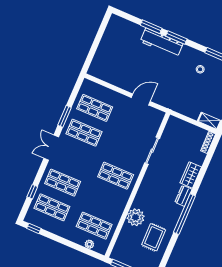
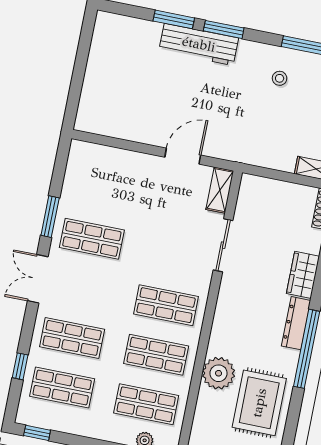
shop shelf: (95, 108) -> (156, 355), moved
shelving: (156, 121) -> (220, 190), added
dresser: (183, 196) -> (296, 323), width x1.44
rug: (154, 237) -> (259, 403), width x1.36, depth x1.43

